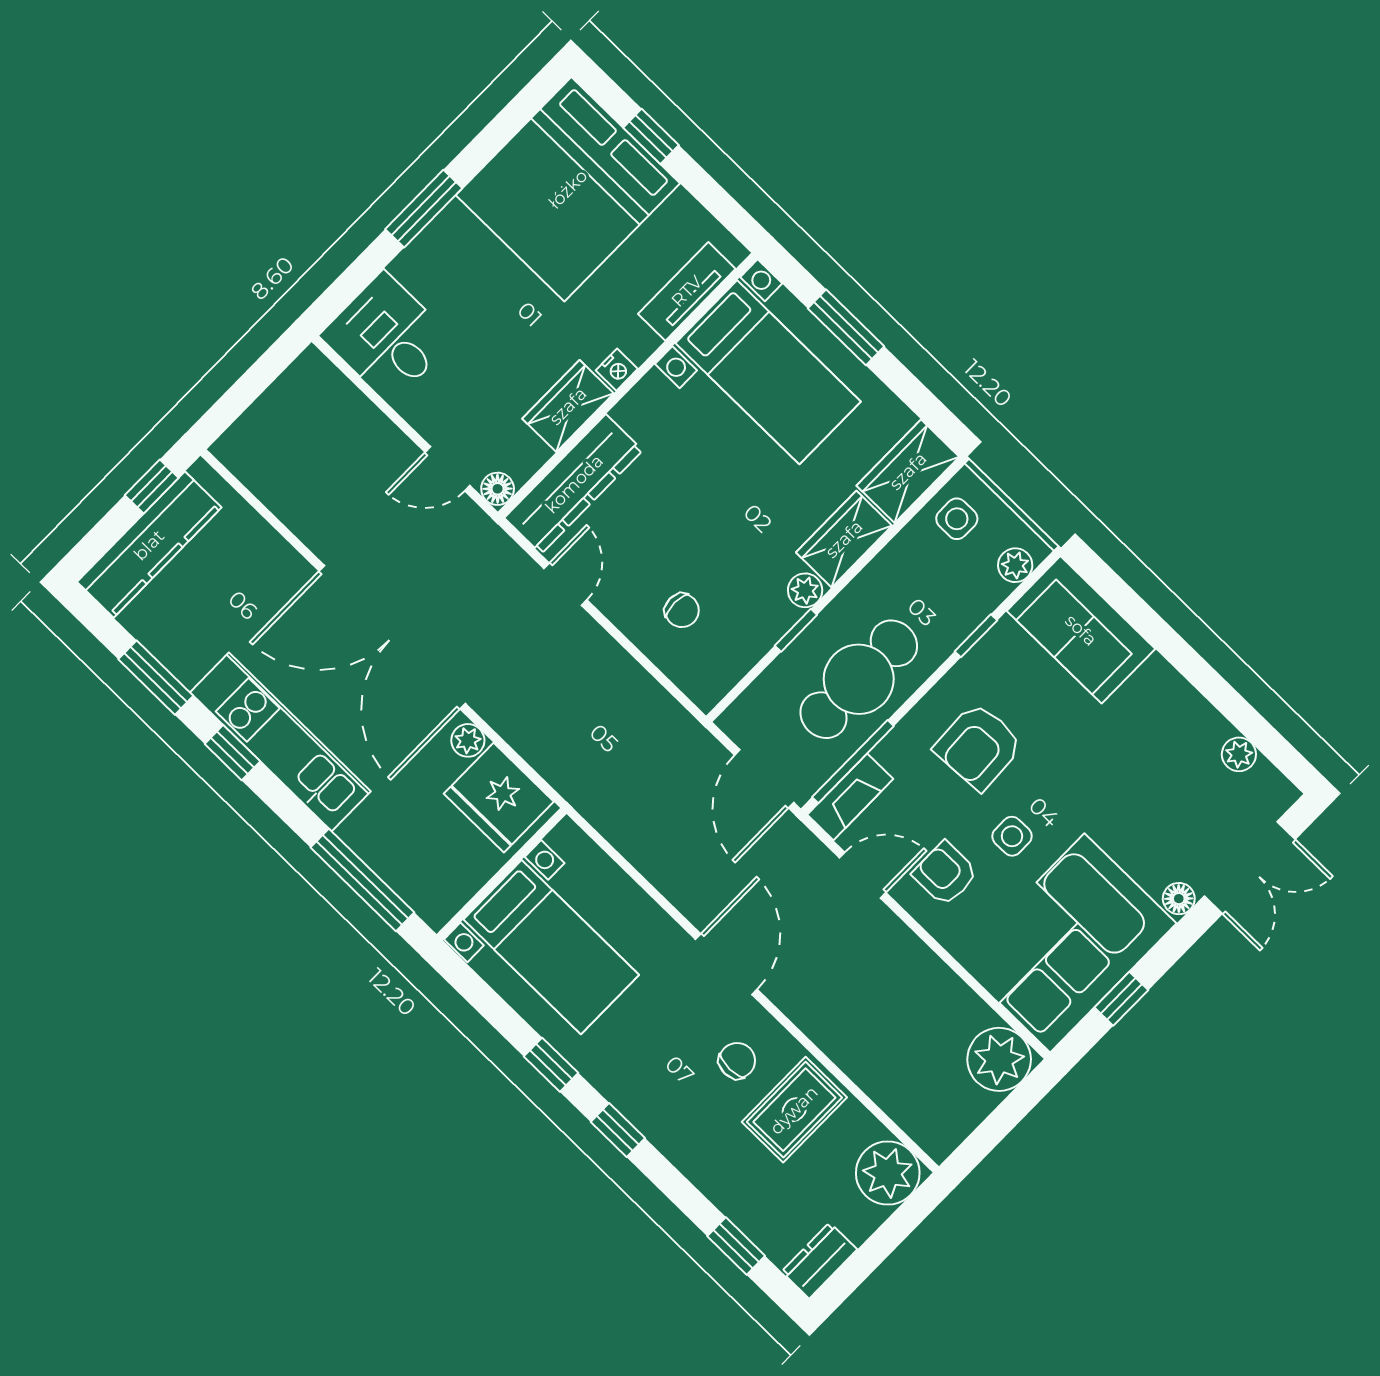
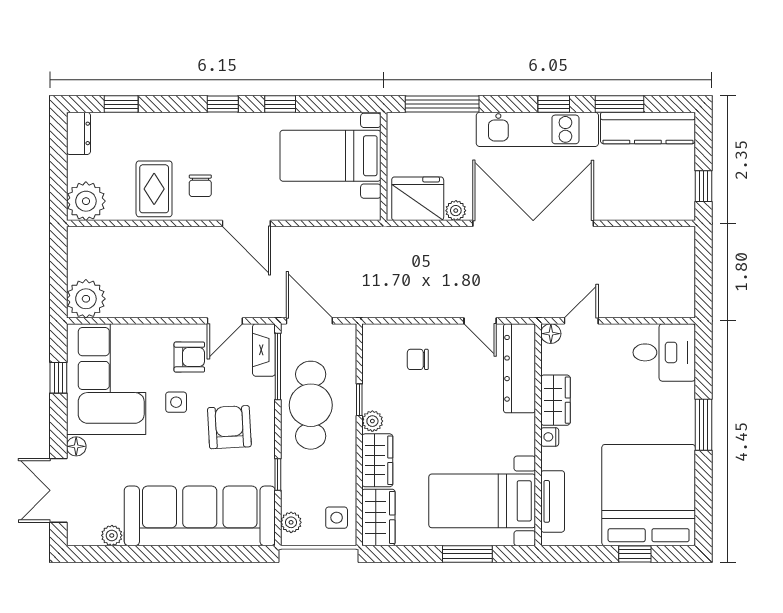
kitchen counter: (149, 545) -> (648, 128), moved, turned -90
sofa: (1081, 630) -> (200, 516), width x1.85, depth x1.27

